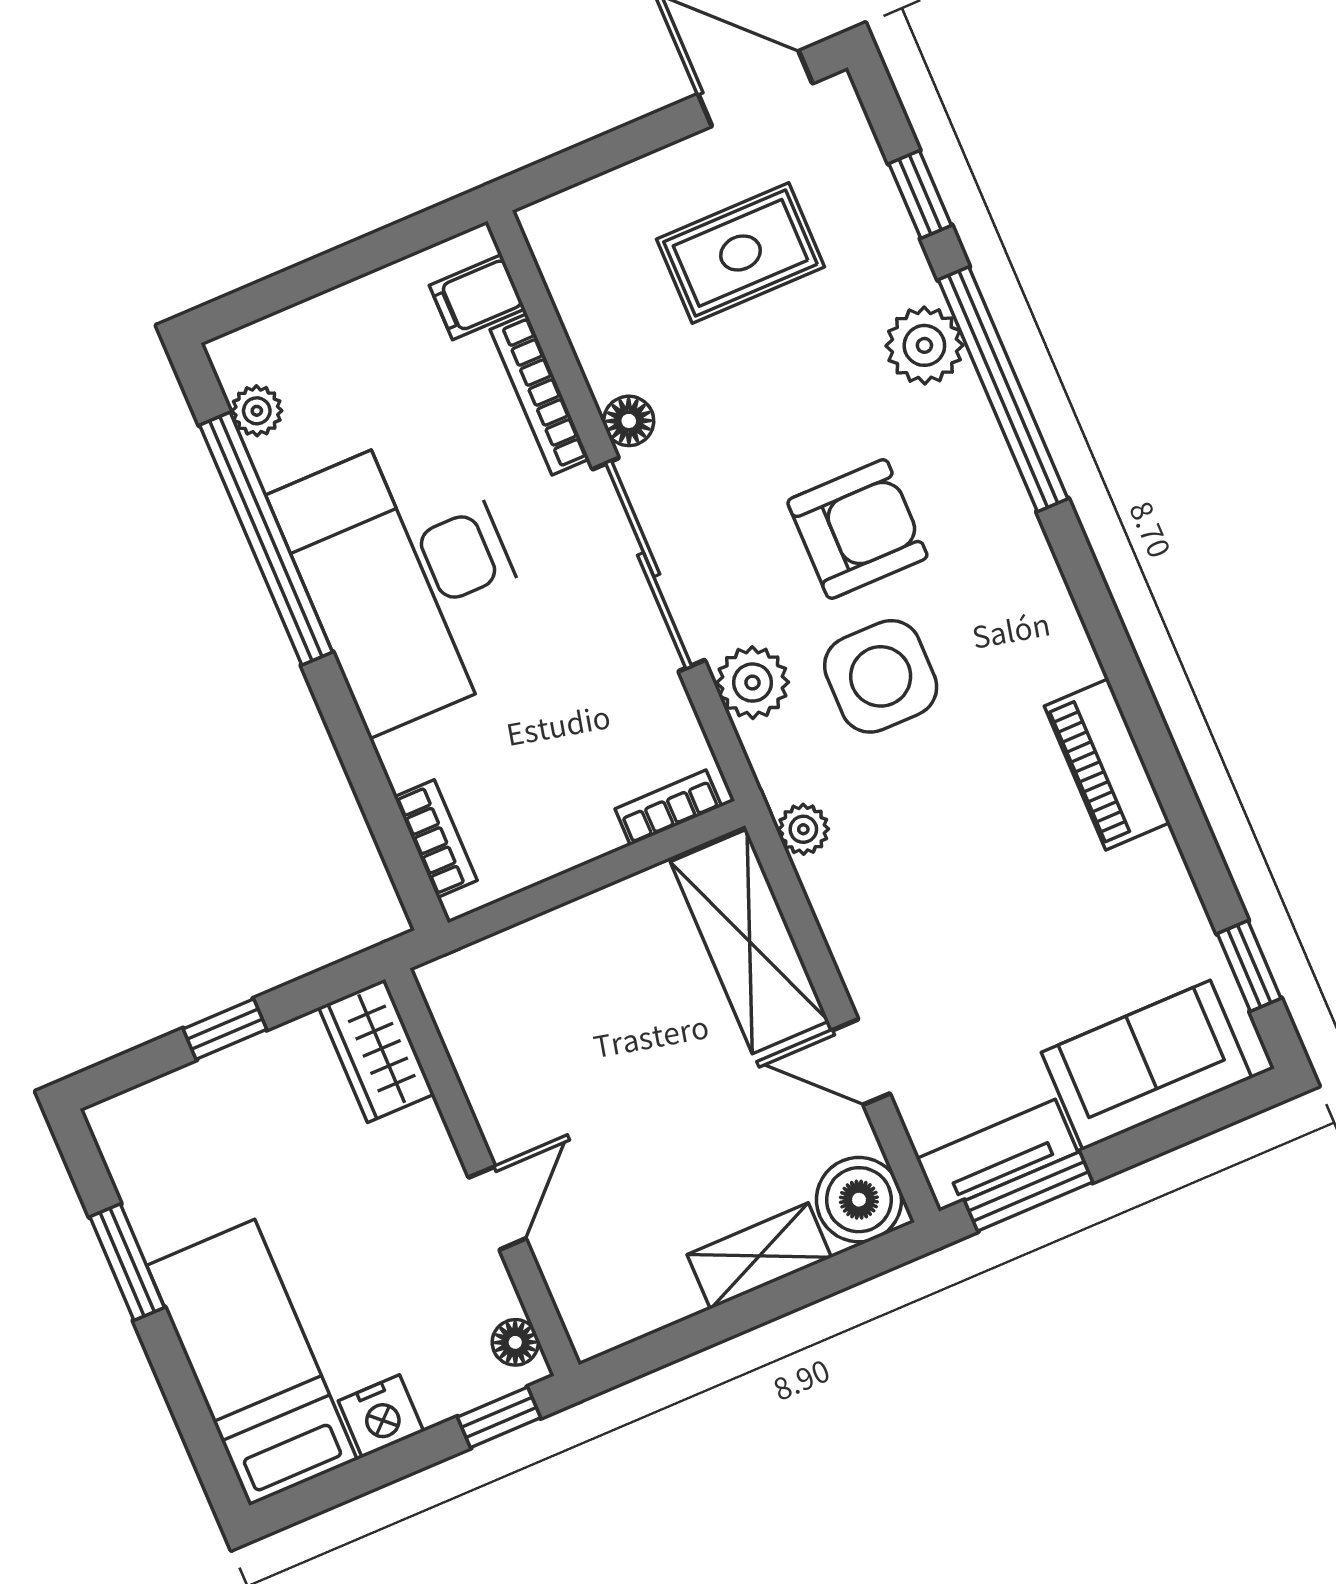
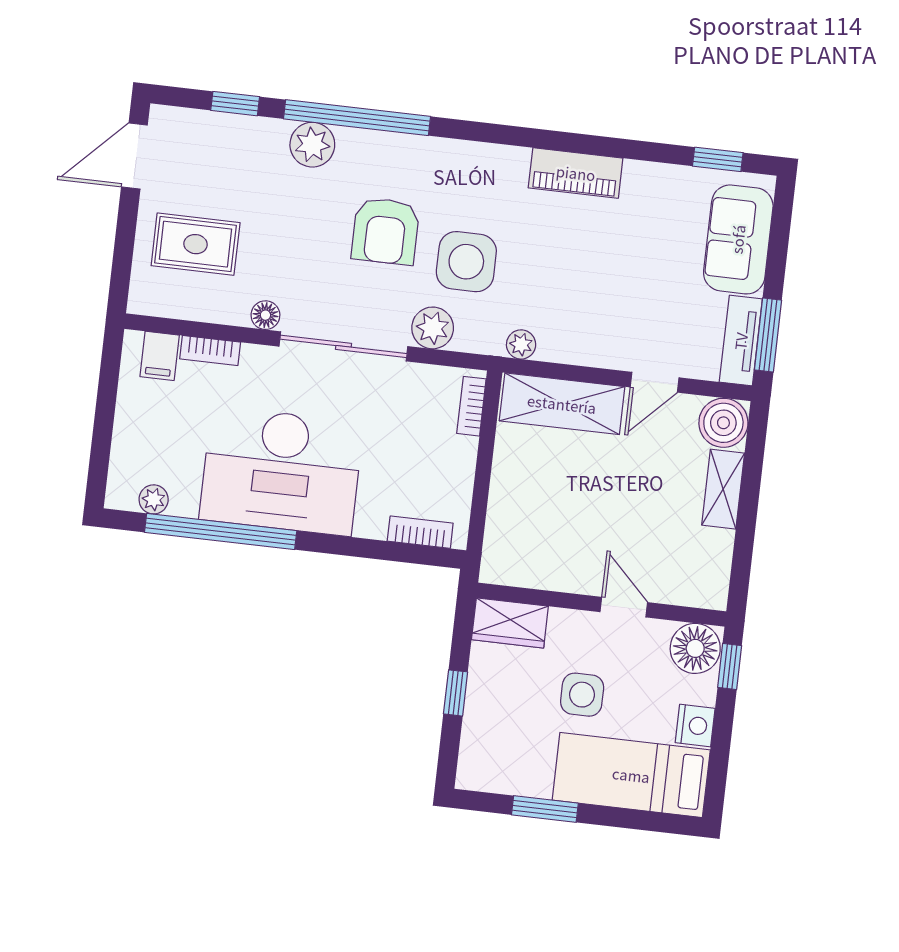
rug: (740, 253) -> (196, 244), moved, turned 90
bookcase: (540, 394) -> (210, 350), width x0.64
armchair: (857, 529) -> (385, 231), turned 180
side table: (331, 1220) -> (582, 695), added
floor lamp: (515, 1342) -> (695, 648), width x1.89, depth x1.89

